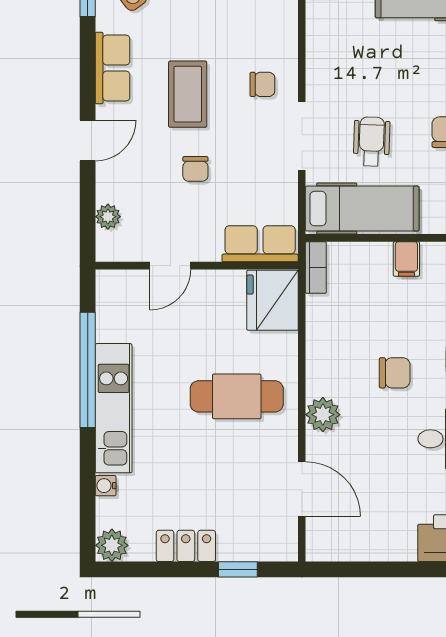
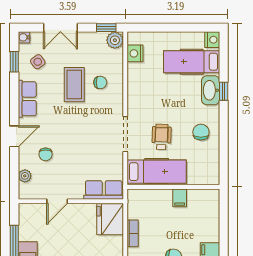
chair: (262, 84) -> (100, 82), moved
coffee table: (188, 94) -> (74, 85), moved
chair: (195, 169) -> (46, 154), moved
bookcase: (316, 268) -> (133, 233), moved

